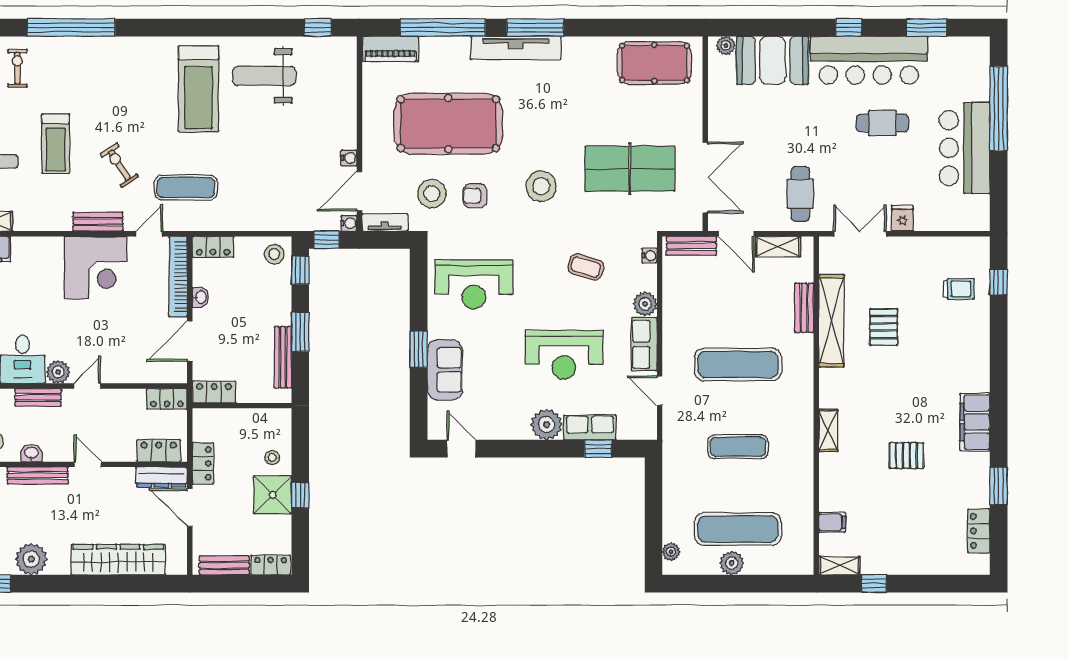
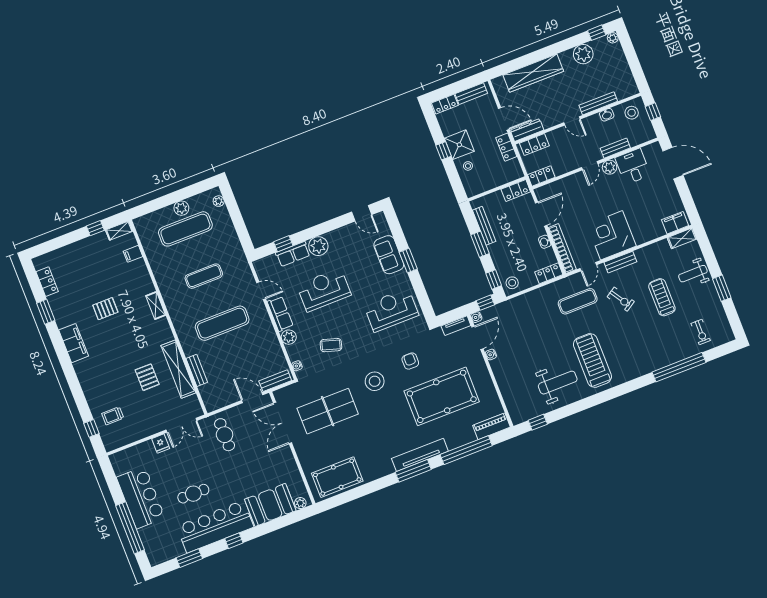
stool: (432, 194) -> (435, 353), removed
armchair: (475, 196) -> (410, 361), turned -90
shelving: (778, 247) -> (226, 400), removed

